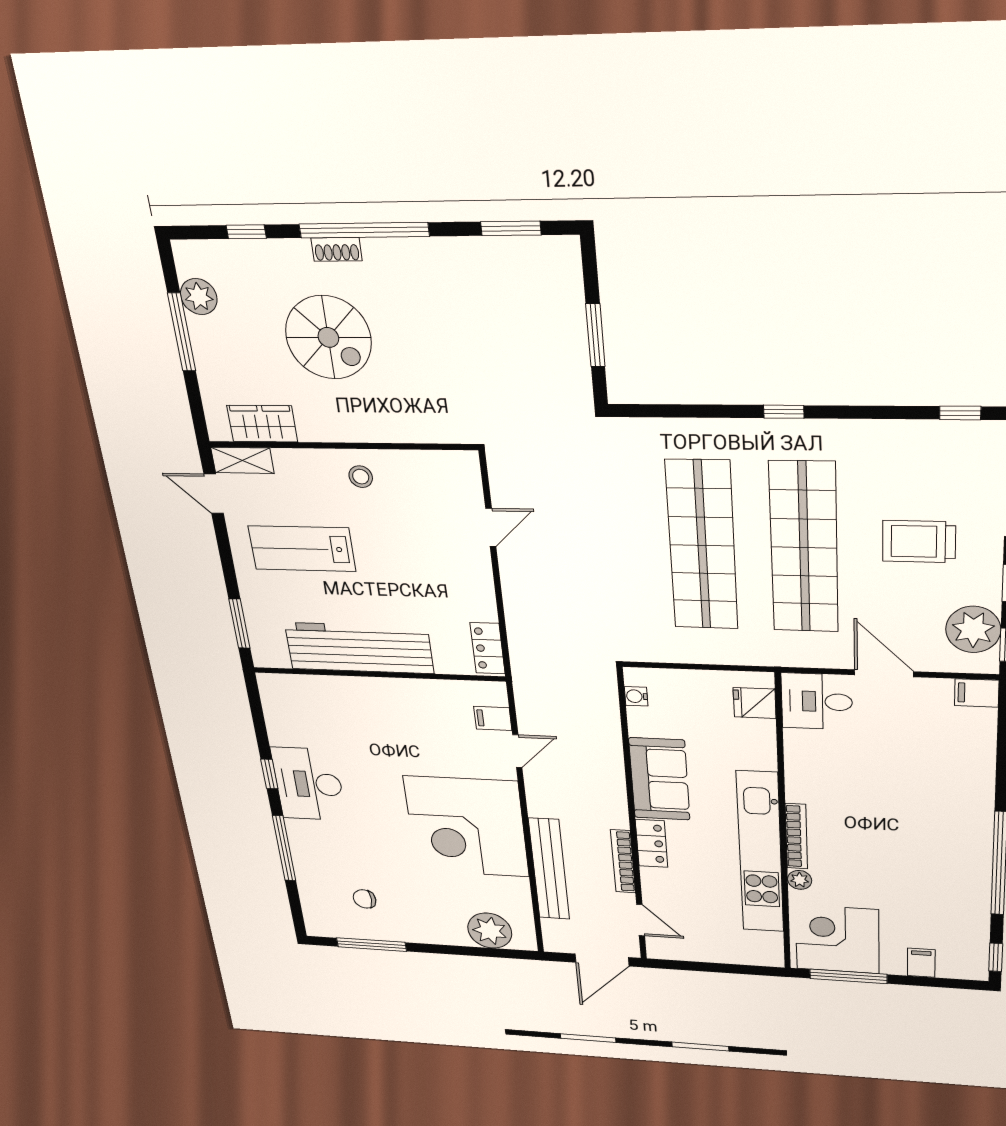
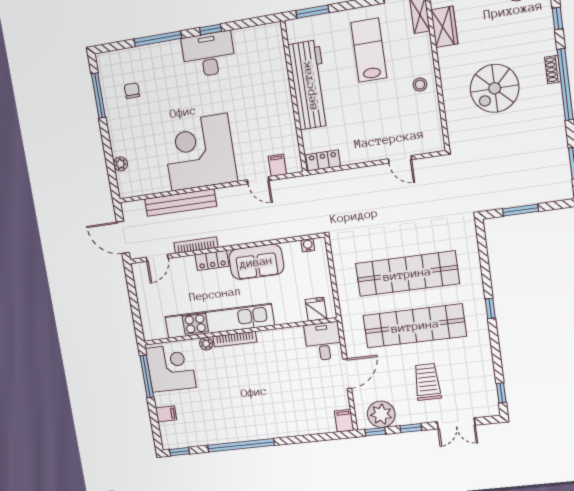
spiral stairs: (328, 337) -> (495, 88), moved
plant: (490, 931) -> (120, 164), width x0.53, depth x0.53

